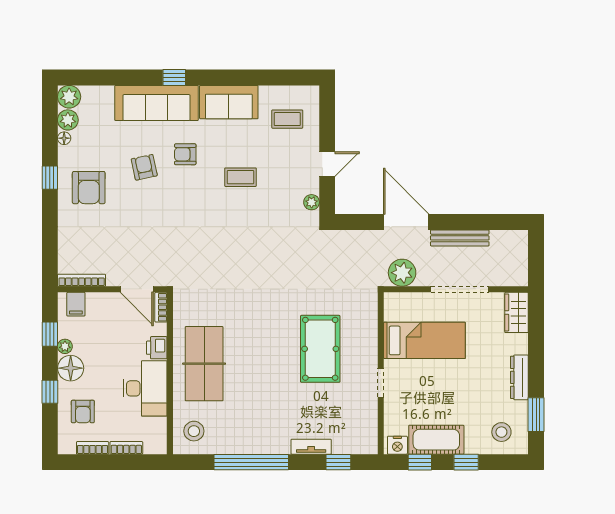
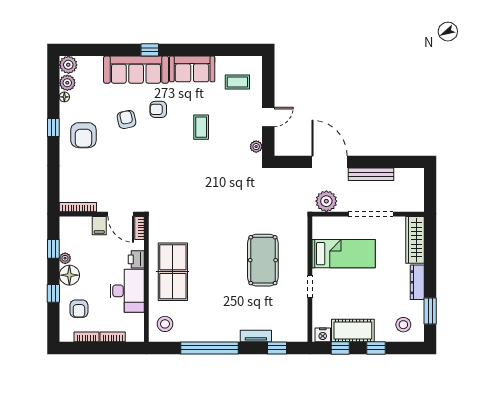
coffee table: (241, 177) -> (201, 127), turned 90
filing cabinet: (76, 304) -> (99, 226), moved
wardrobe: (516, 312) -> (415, 240), width x1.50

